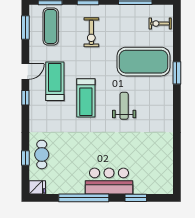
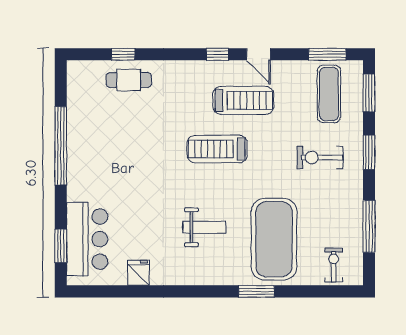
exercise mat: (51, 27) -> (329, 94), turned 90
weight bench: (124, 106) -> (204, 227), moved
bar counter: (109, 181) -> (87, 239), moved
fridge: (37, 187) -> (138, 273), moved, turned 180
window: (136, 198) -> (61, 246), moved

